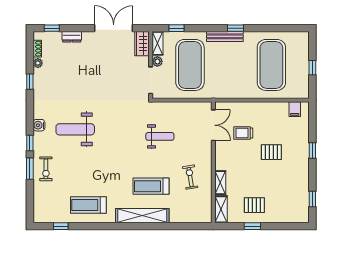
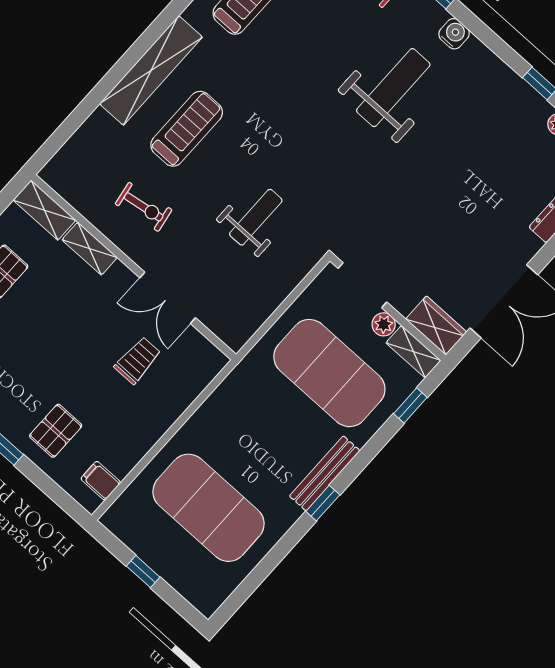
double door: (213, 125) -> (168, 298), moved
weight bench: (160, 136) -> (256, 217), turned 180
pallet: (271, 152) -> (56, 431), moved

